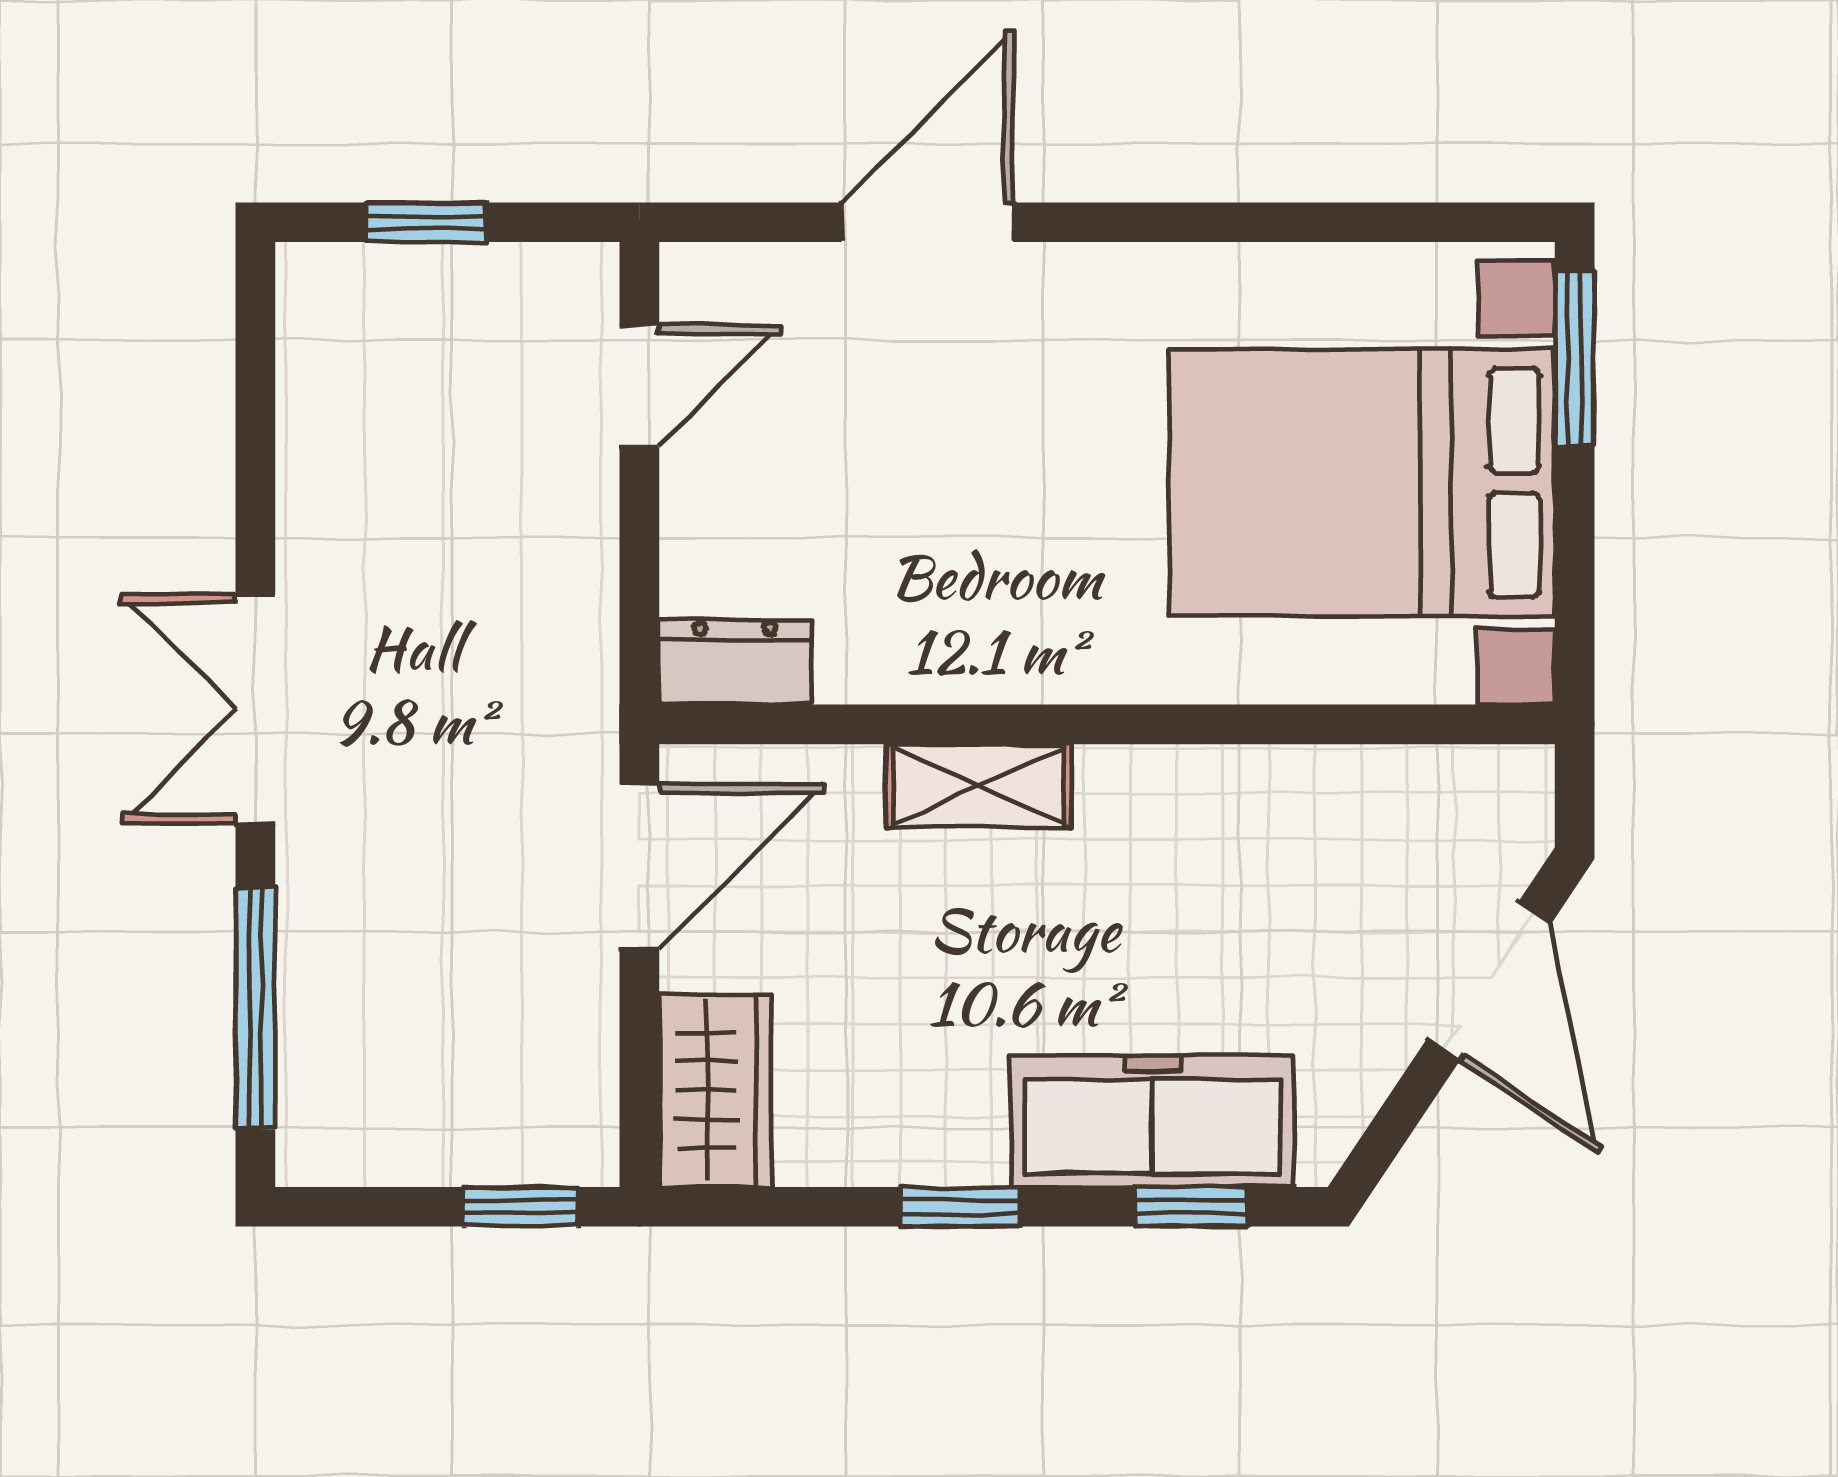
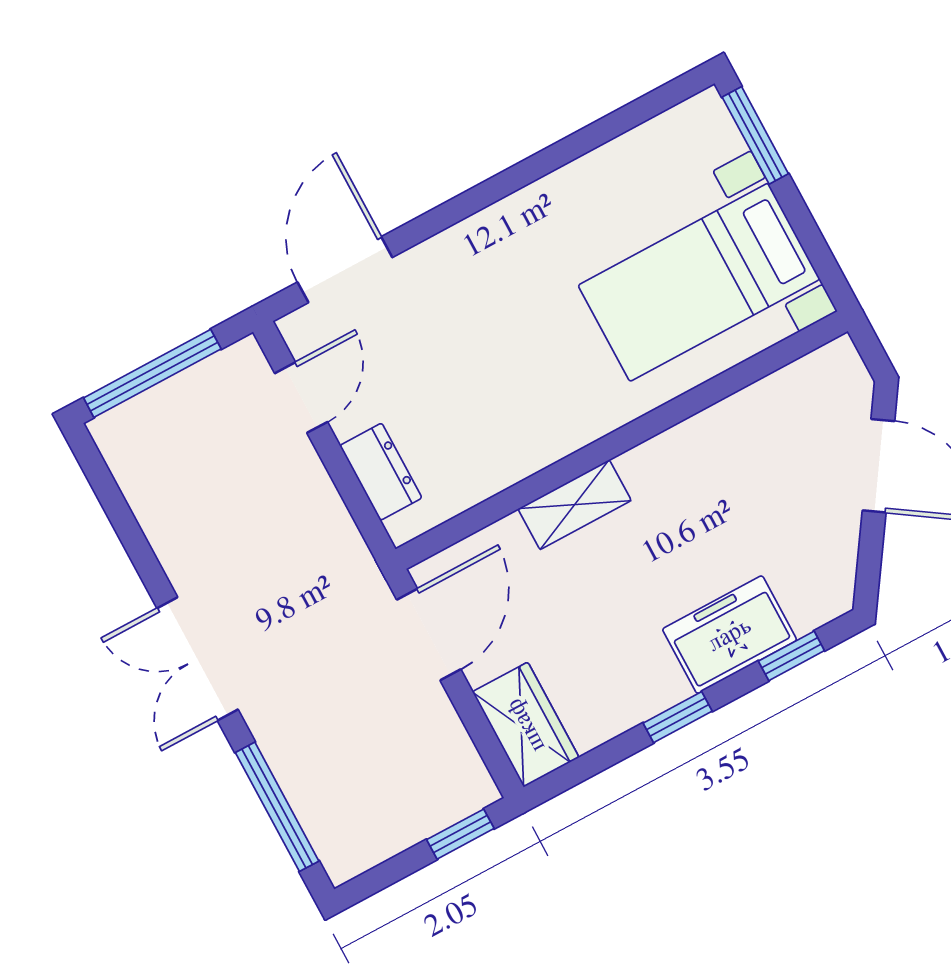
window: (426, 222) -> (152, 373), width x2.17
door: (927, 222) -> (345, 270), moved
bed with nightstands: (1362, 483) -> (699, 282), width x0.73
dresser: (735, 662) -> (381, 472), moved, turned 90
freezer: (1152, 1121) -> (730, 635), width x0.71

